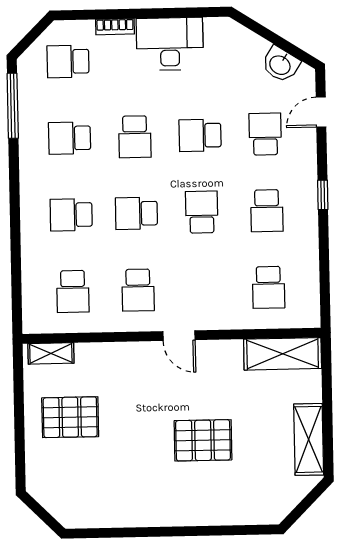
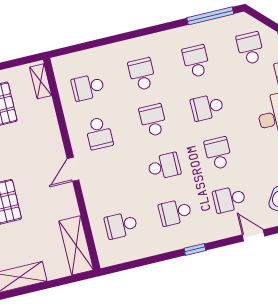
school desk: (265, 134) -> (229, 199), turned 180
school desk: (138, 290) -> (99, 133), turned -90

